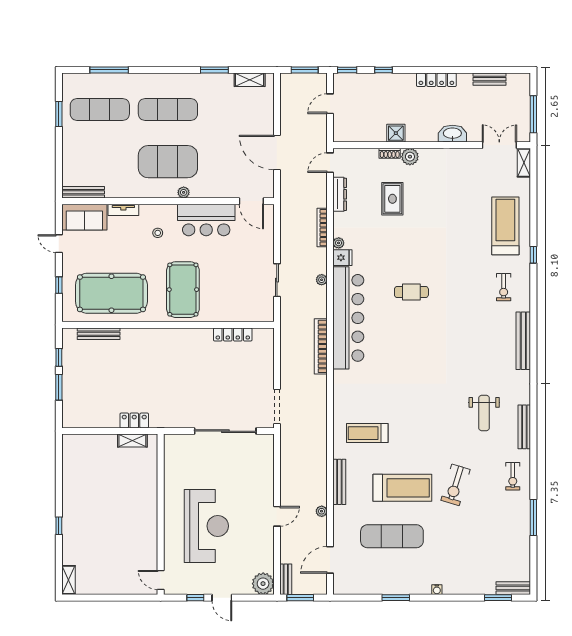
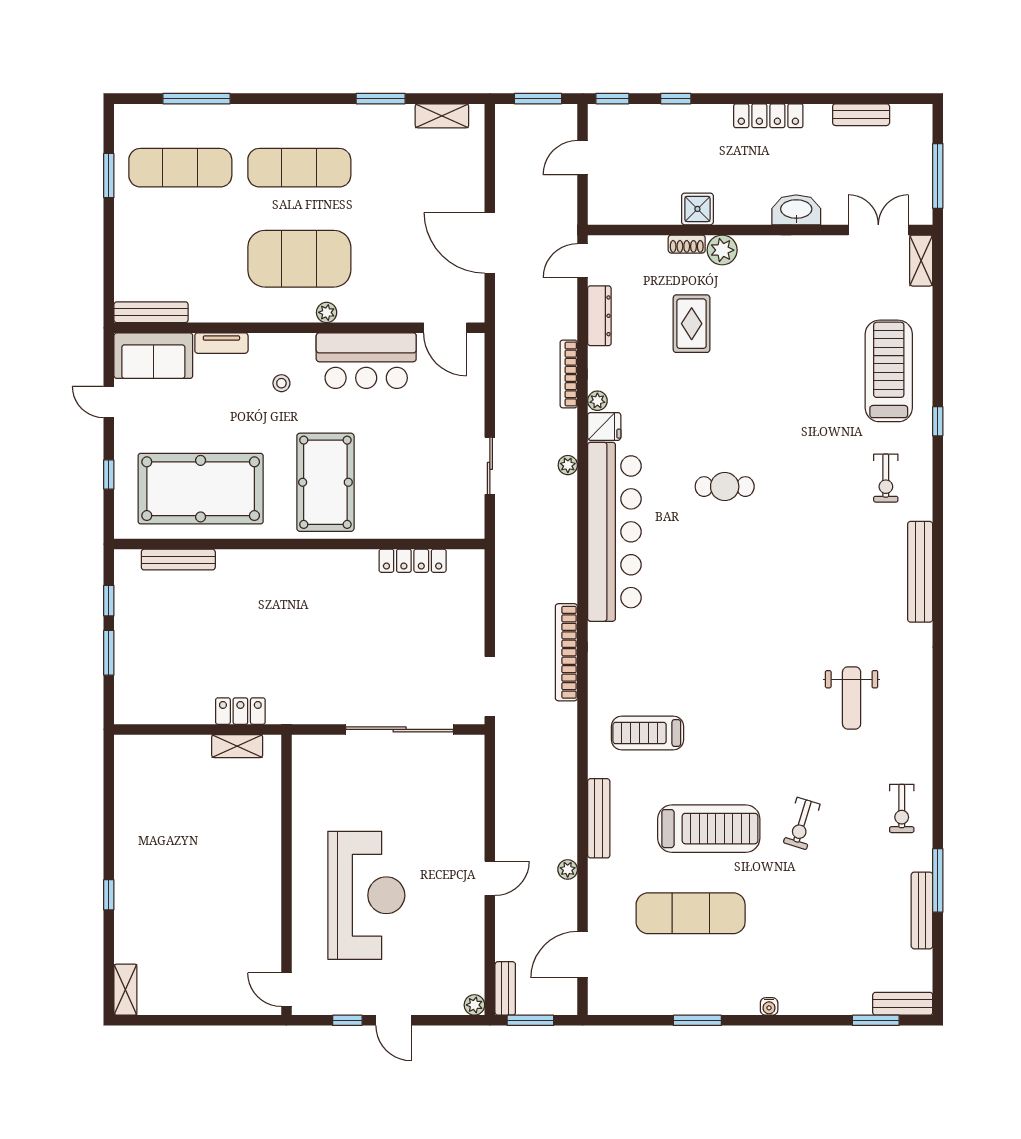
bookcase: (321, 346) -> (566, 652), moved
bench: (524, 427) -> (922, 910), moved
exercise bike: (456, 485) -> (802, 823), width x0.73, depth x0.72
plant: (263, 584) -> (474, 1005), width x0.53, depth x0.53

